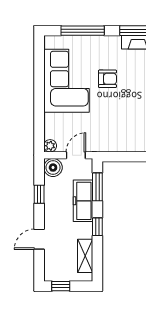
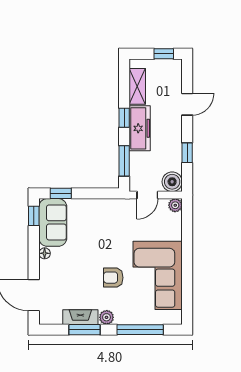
plant: (114, 42) -> (107, 317), added
freezer: (83, 201) -> (140, 128), moved

